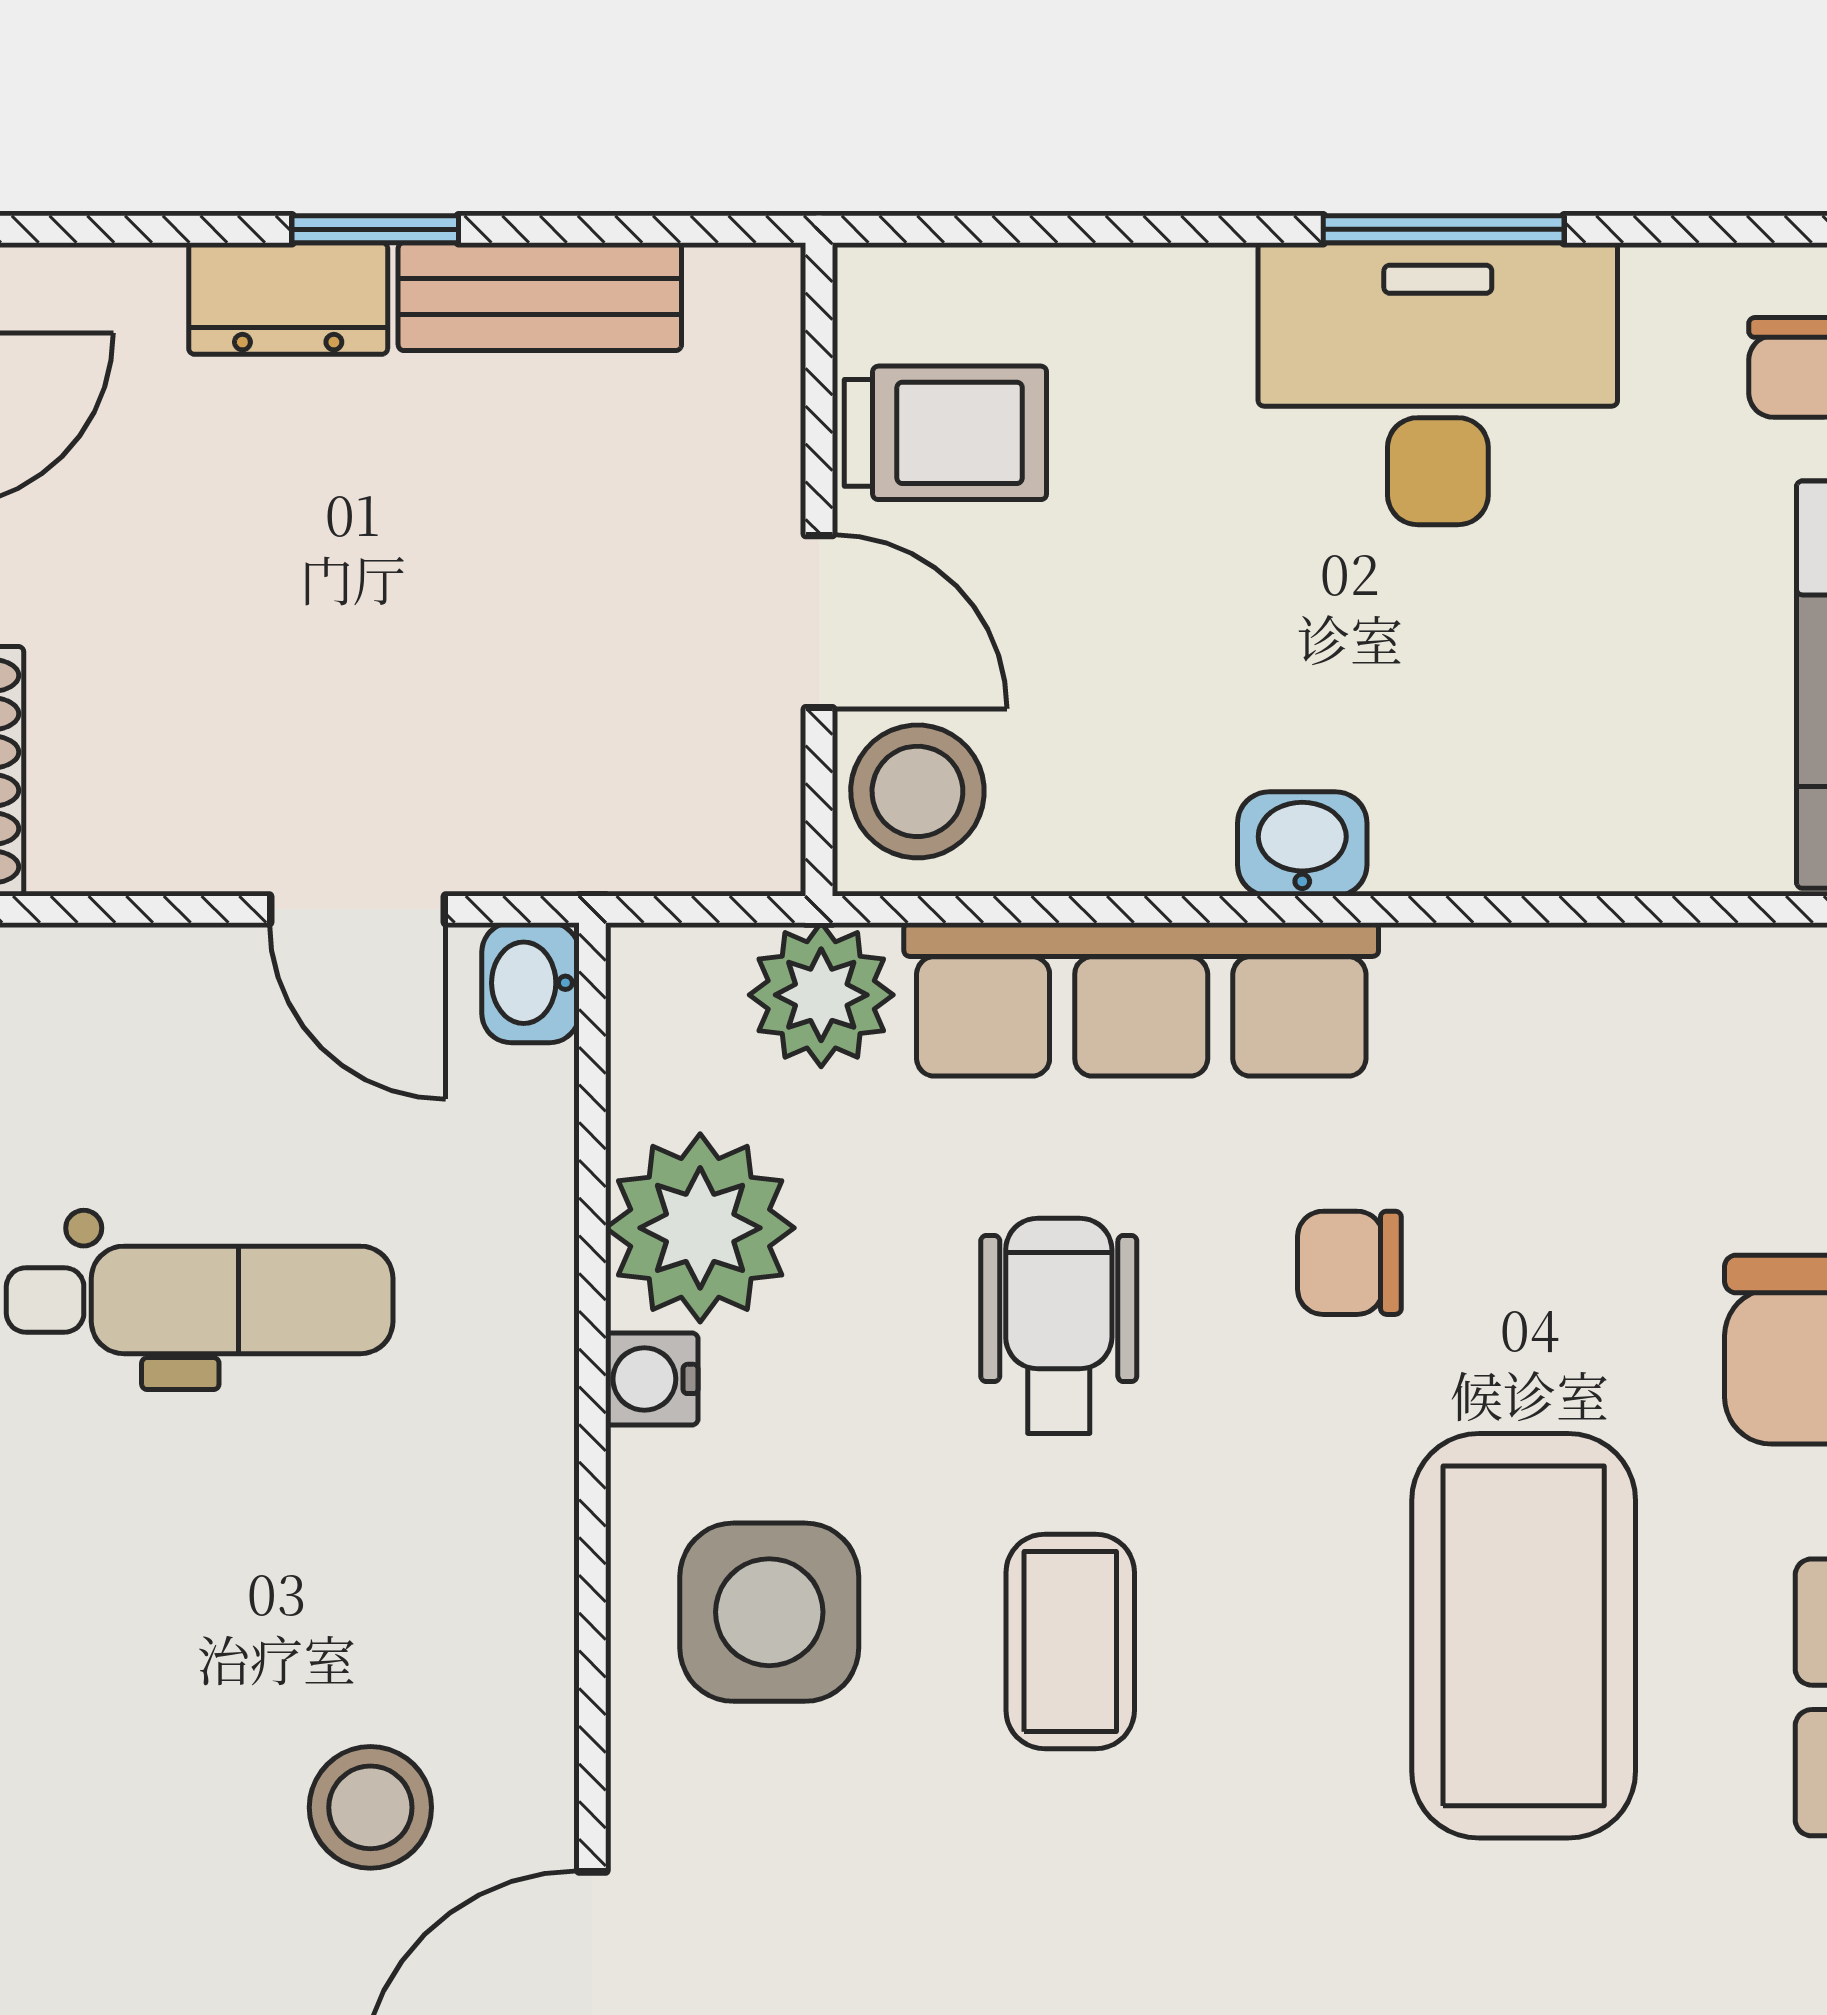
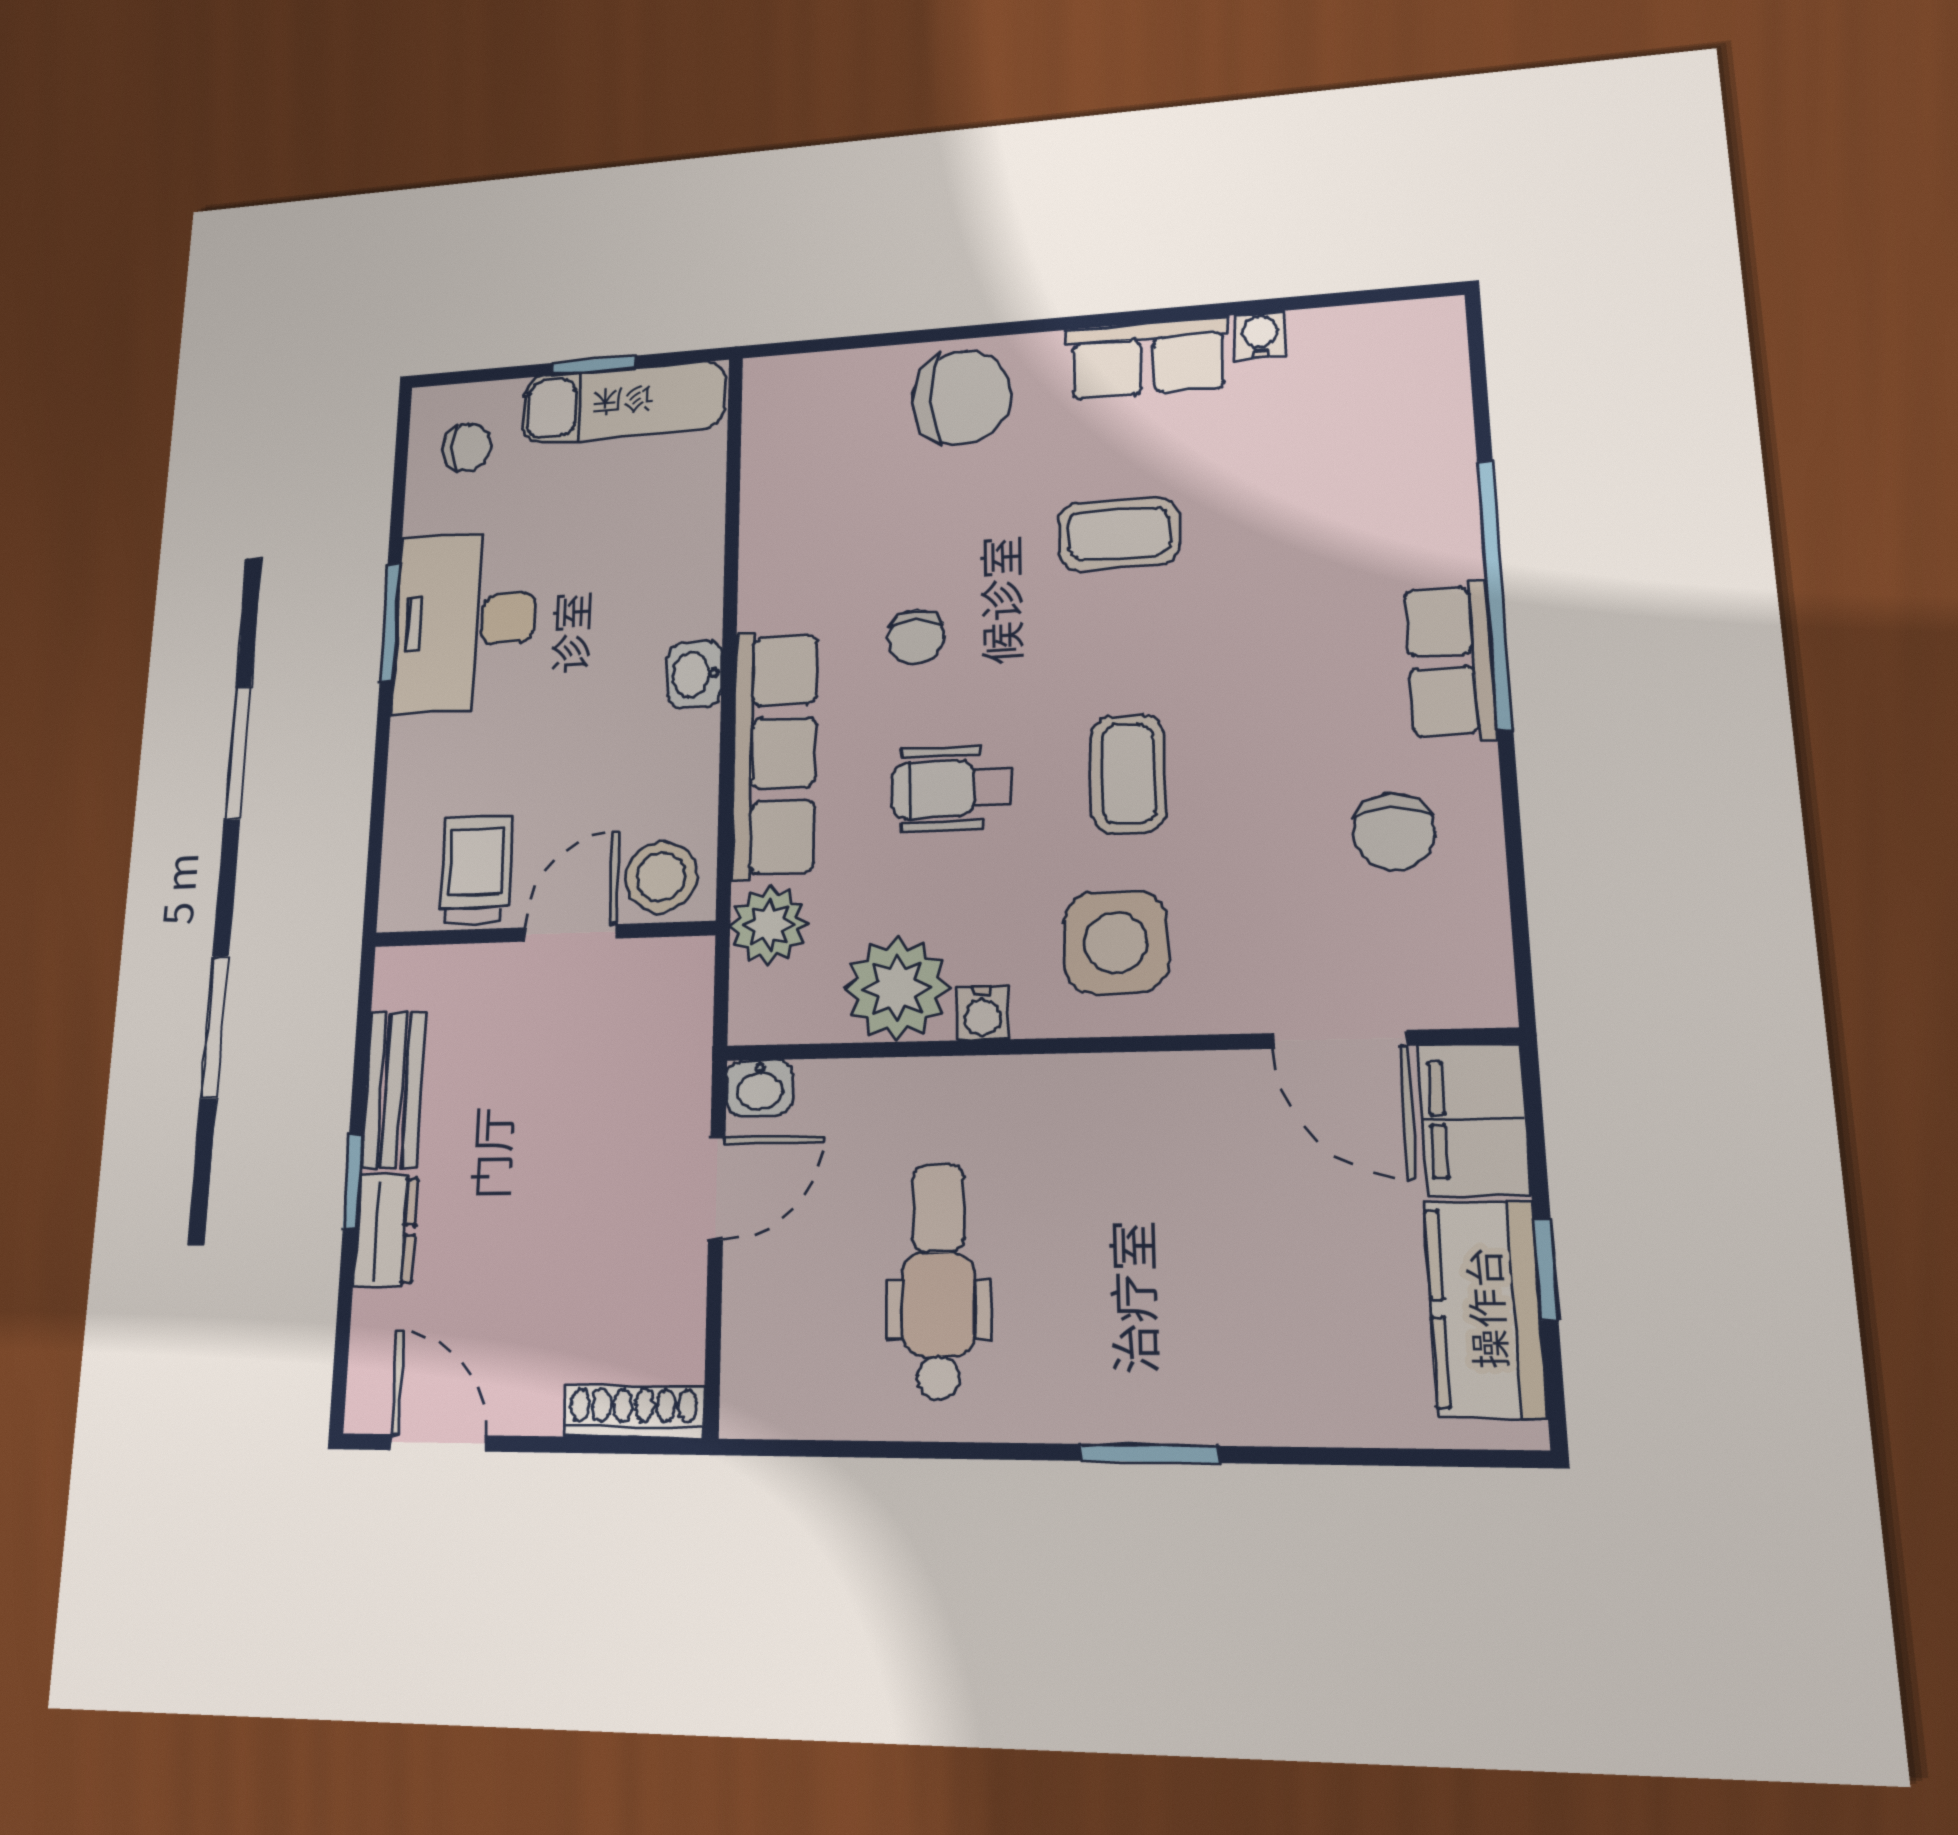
coffee table: (1524, 1636) -> (1119, 534), width x0.54, depth x0.58
coffee table: (1070, 1641) -> (1128, 774), turned 90
stool: (370, 1807) -> (1240, 1175), removed

